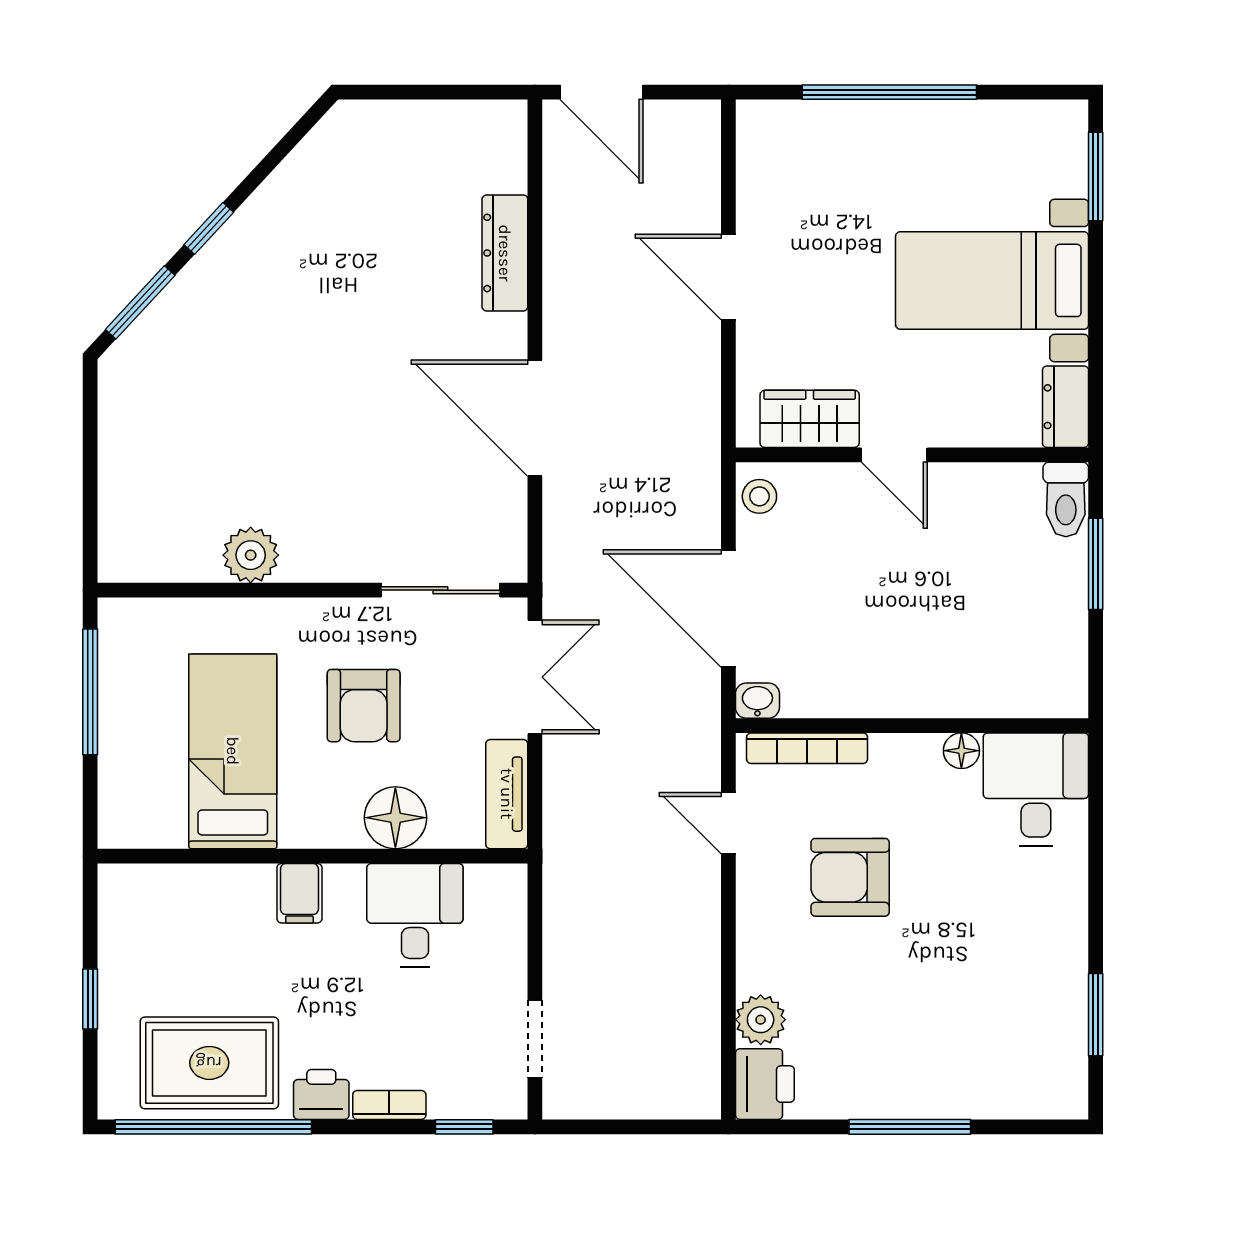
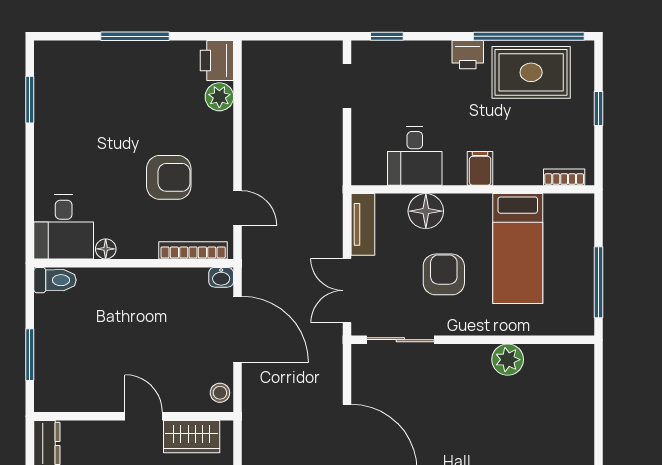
toilet: (1066, 499) -> (55, 280), moved, turned 90
bookcase: (389, 1105) -> (564, 177), moved, turned 180

